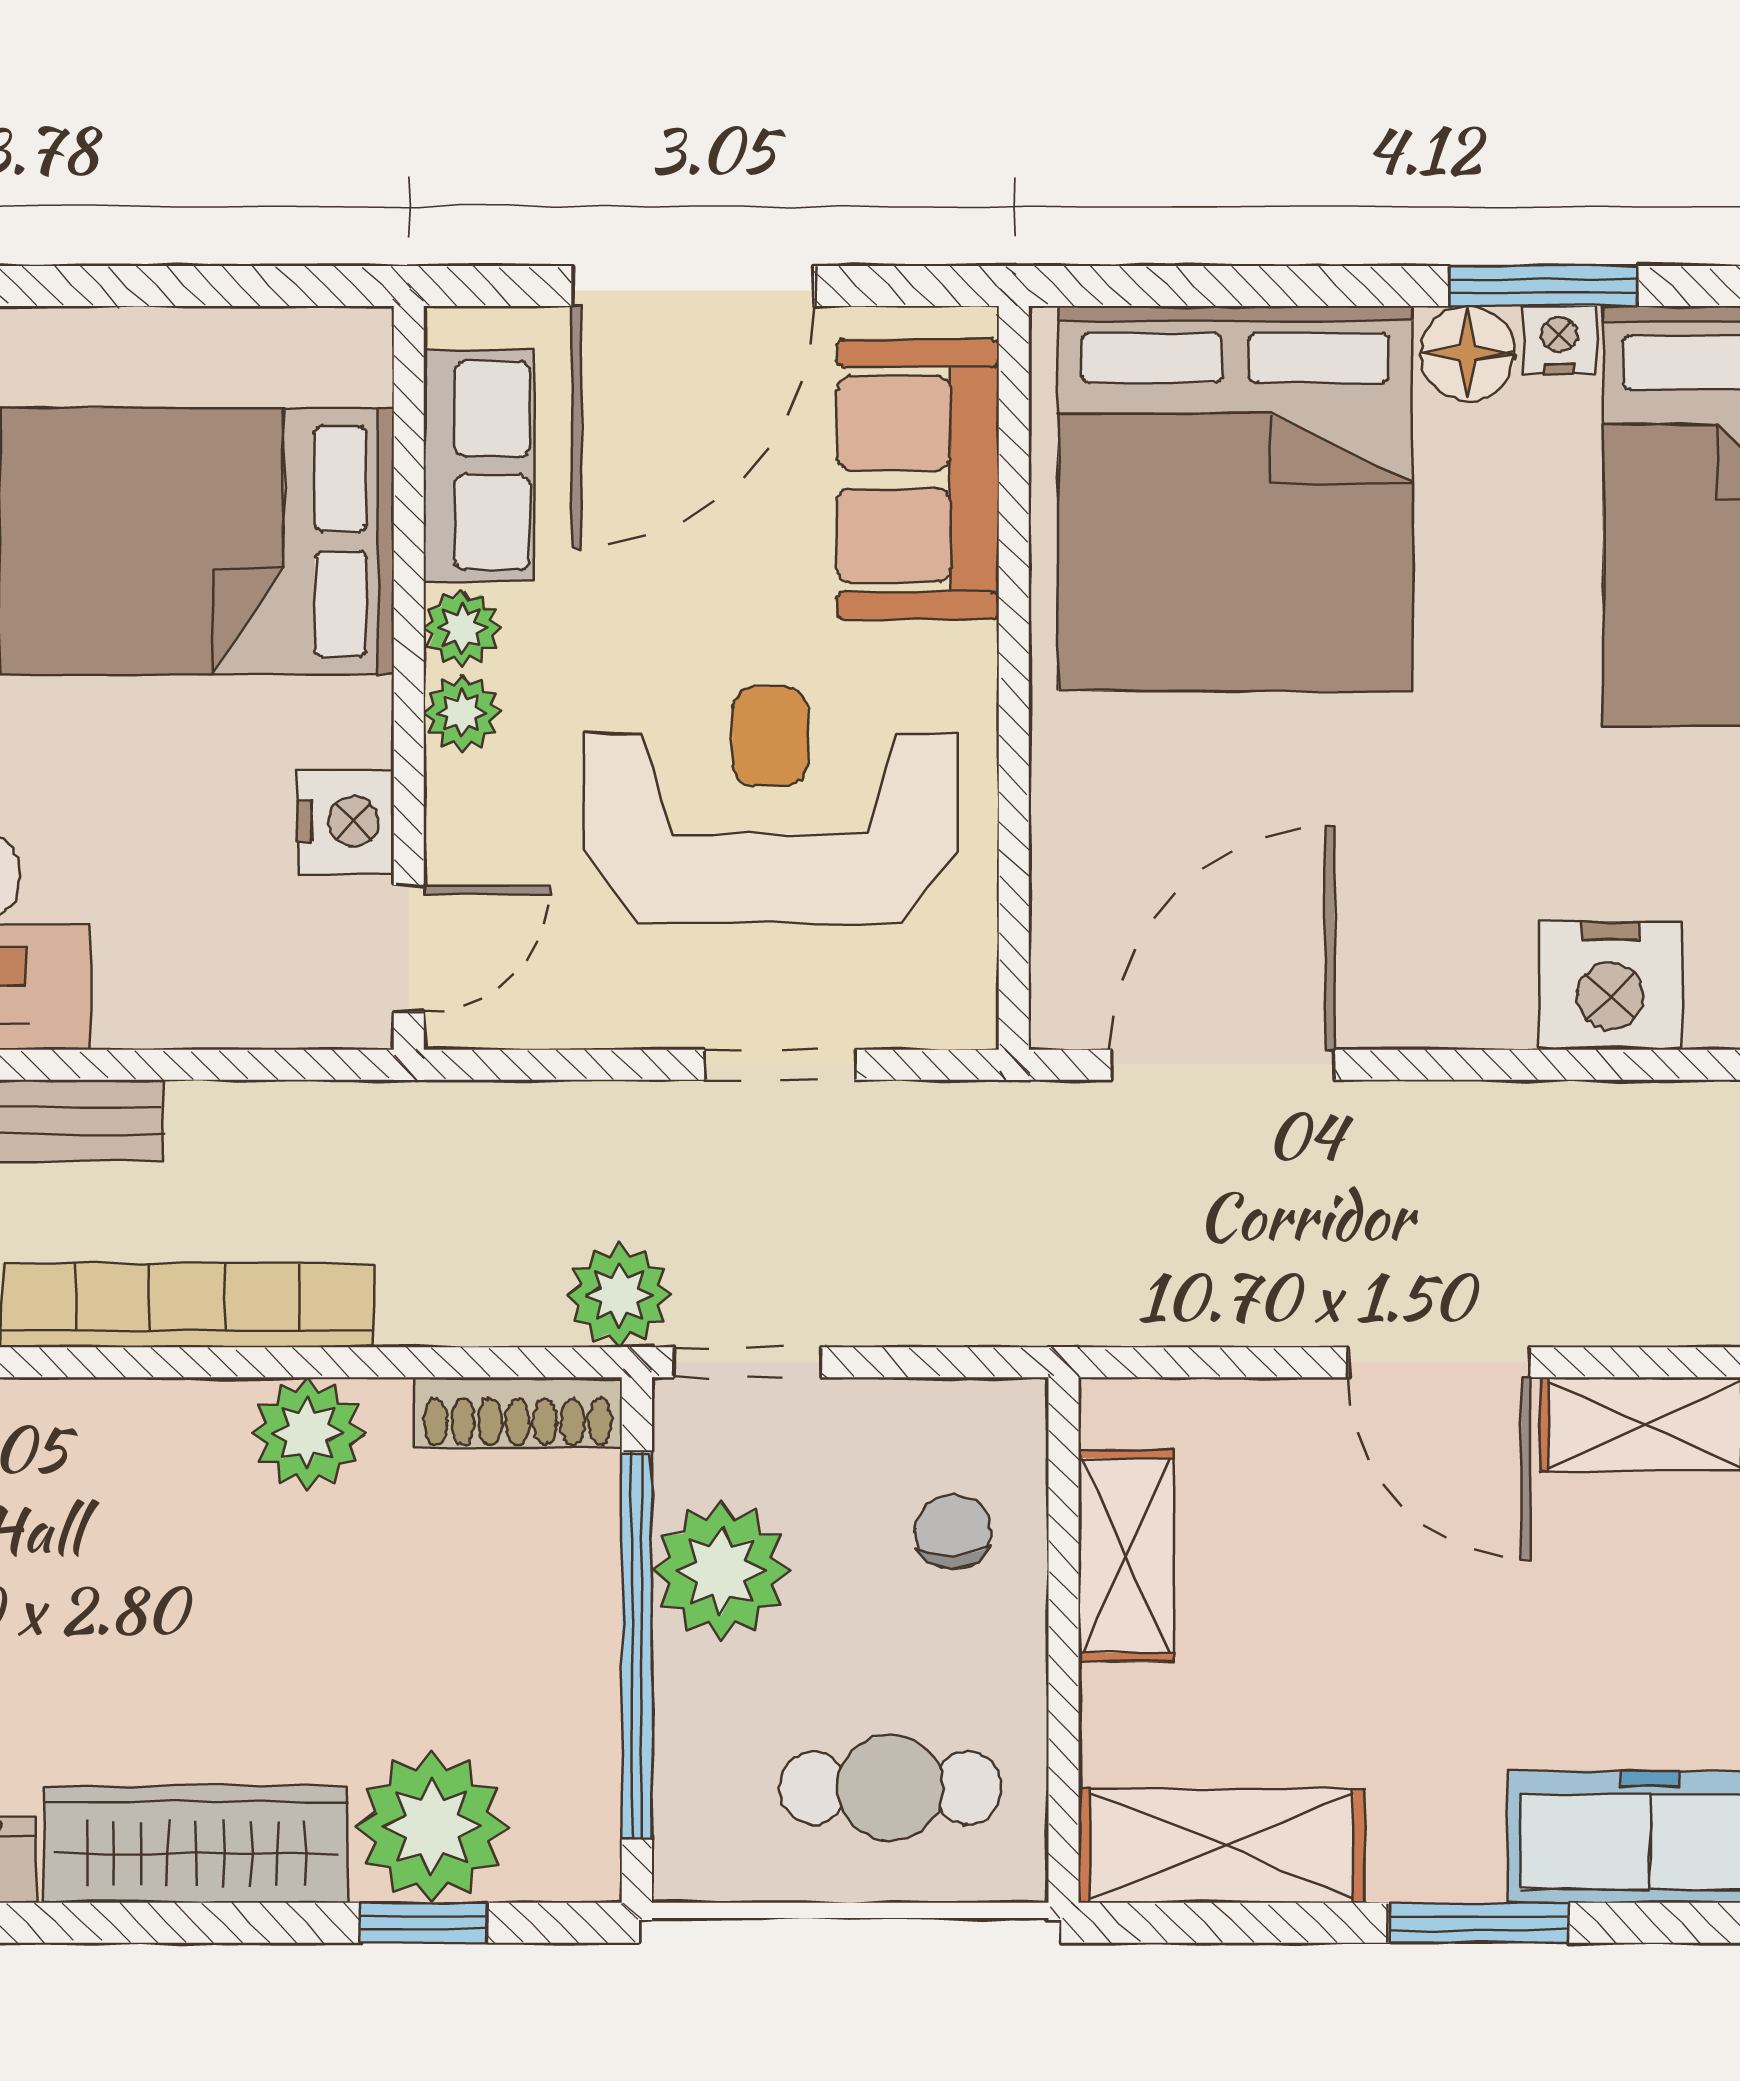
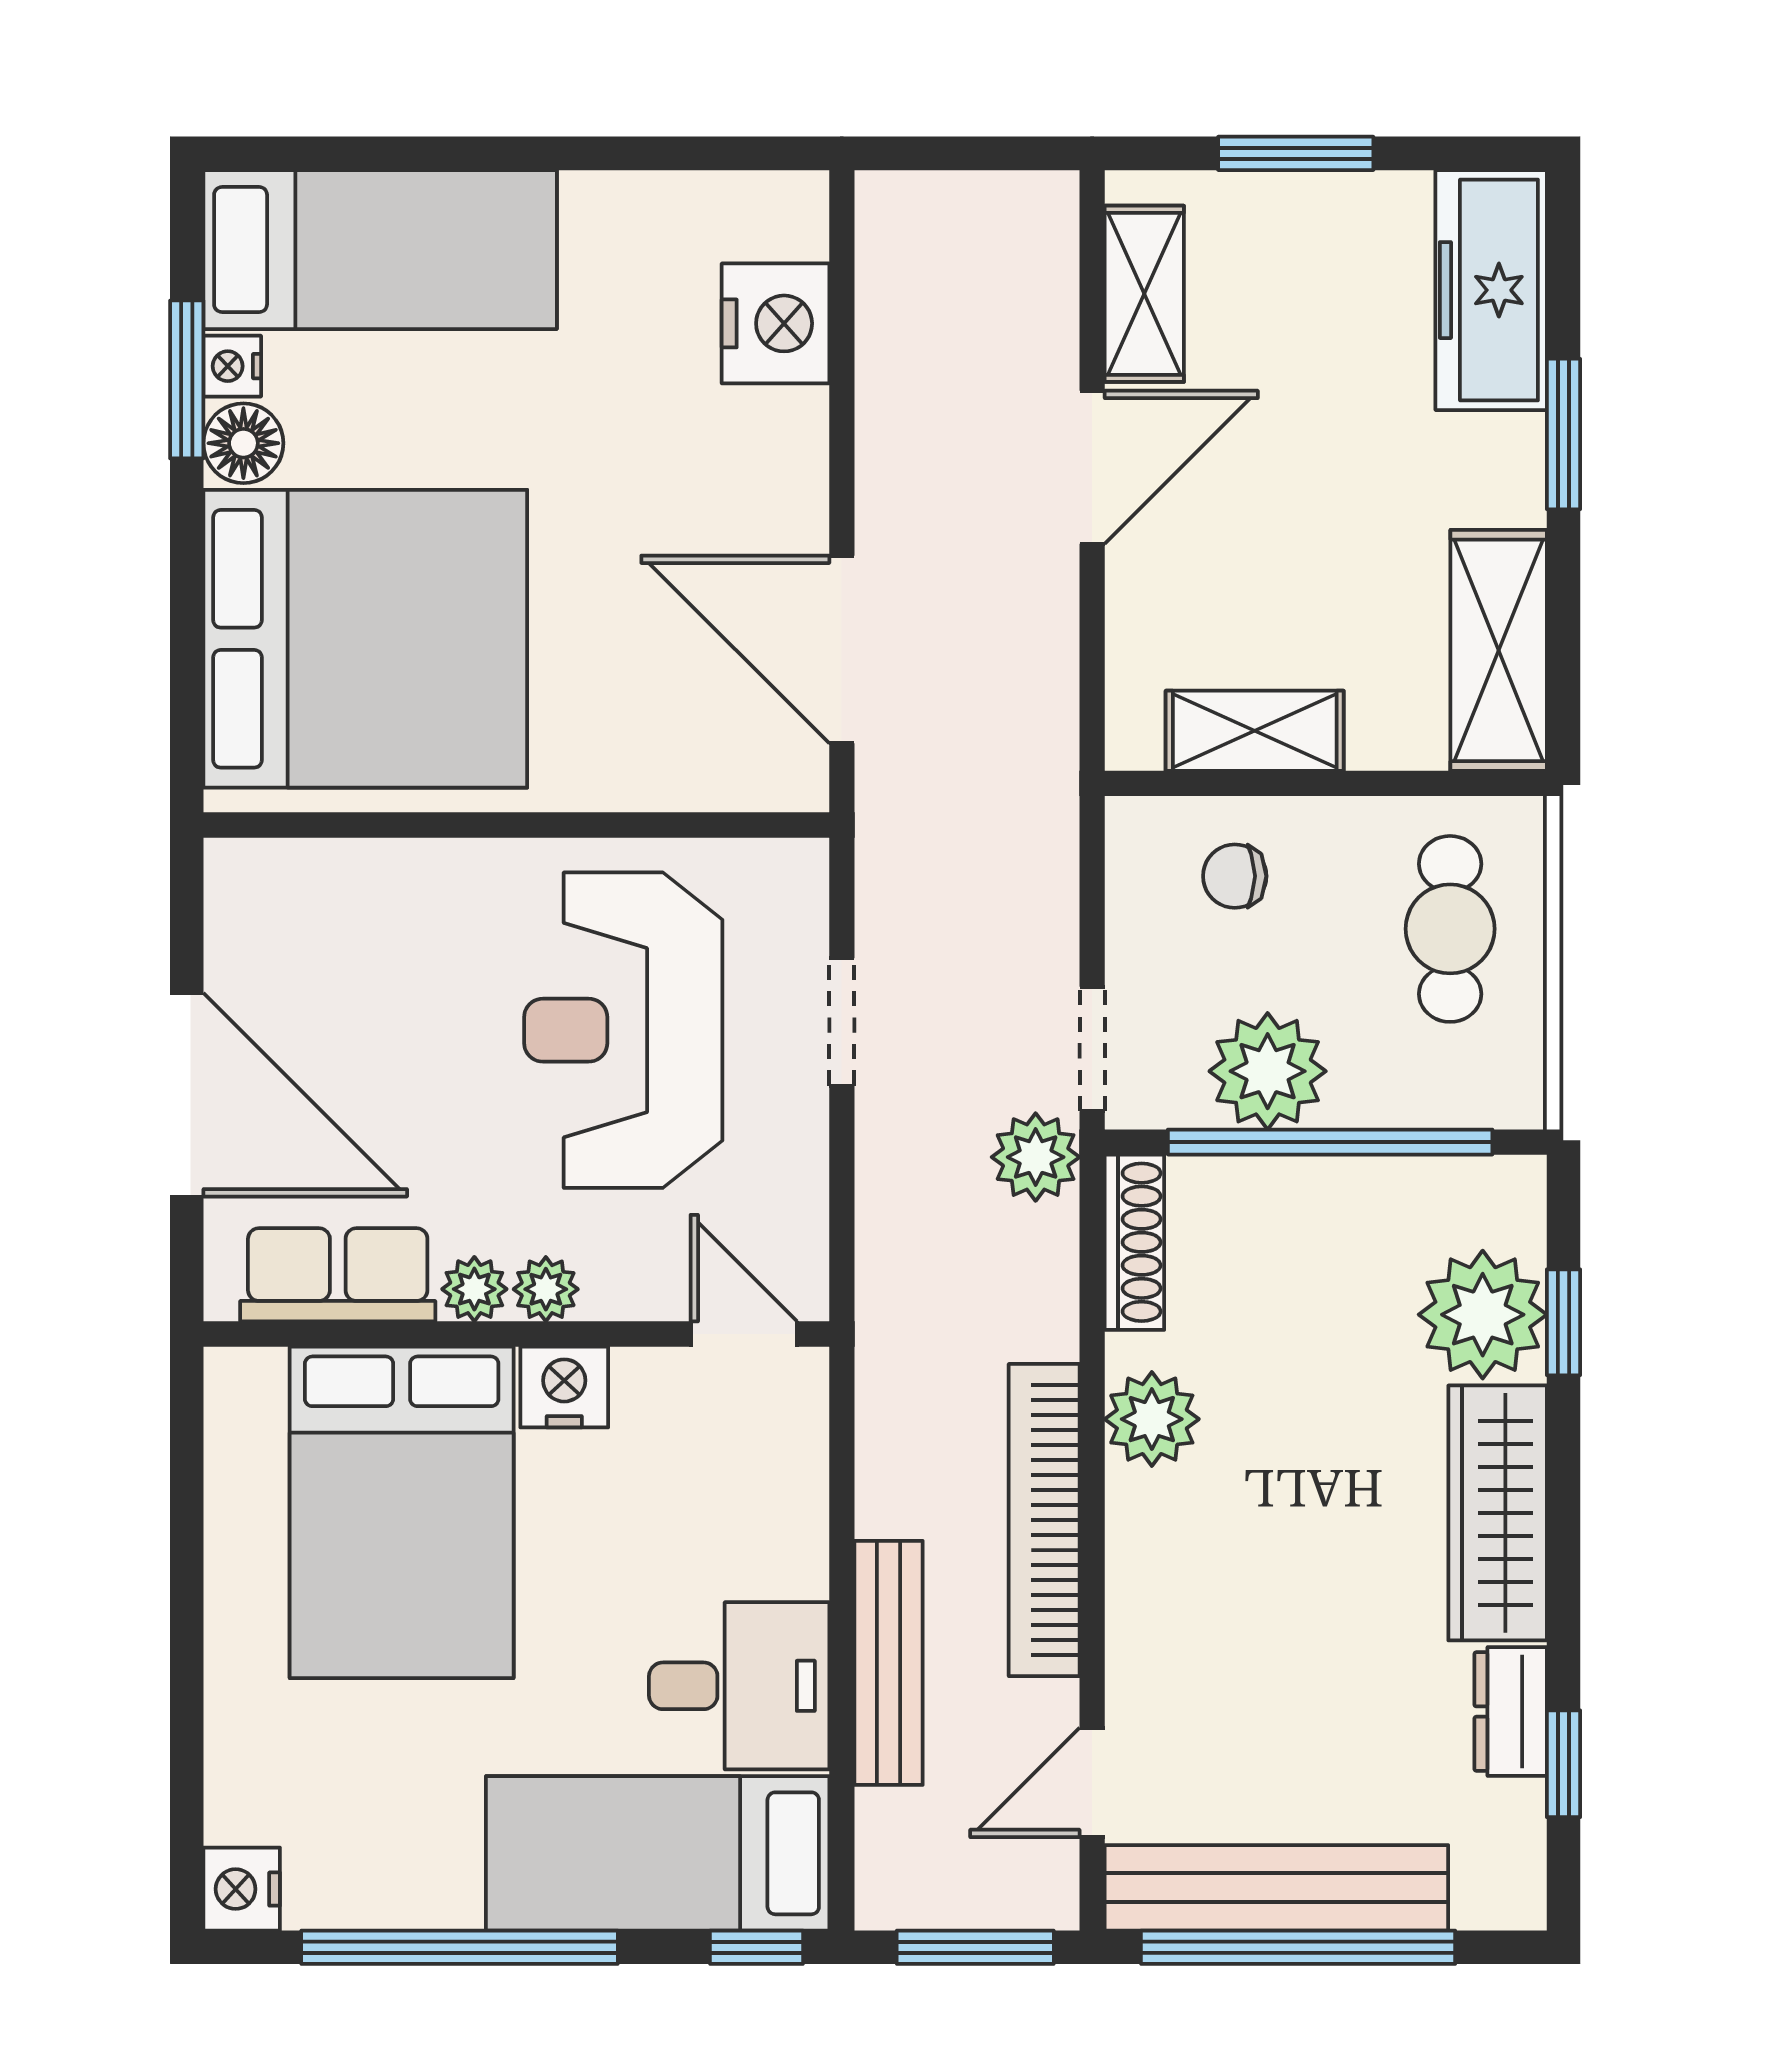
sofa: (918, 479) -> (349, 906), removed
nightstand: (346, 822) -> (564, 1387), moved

